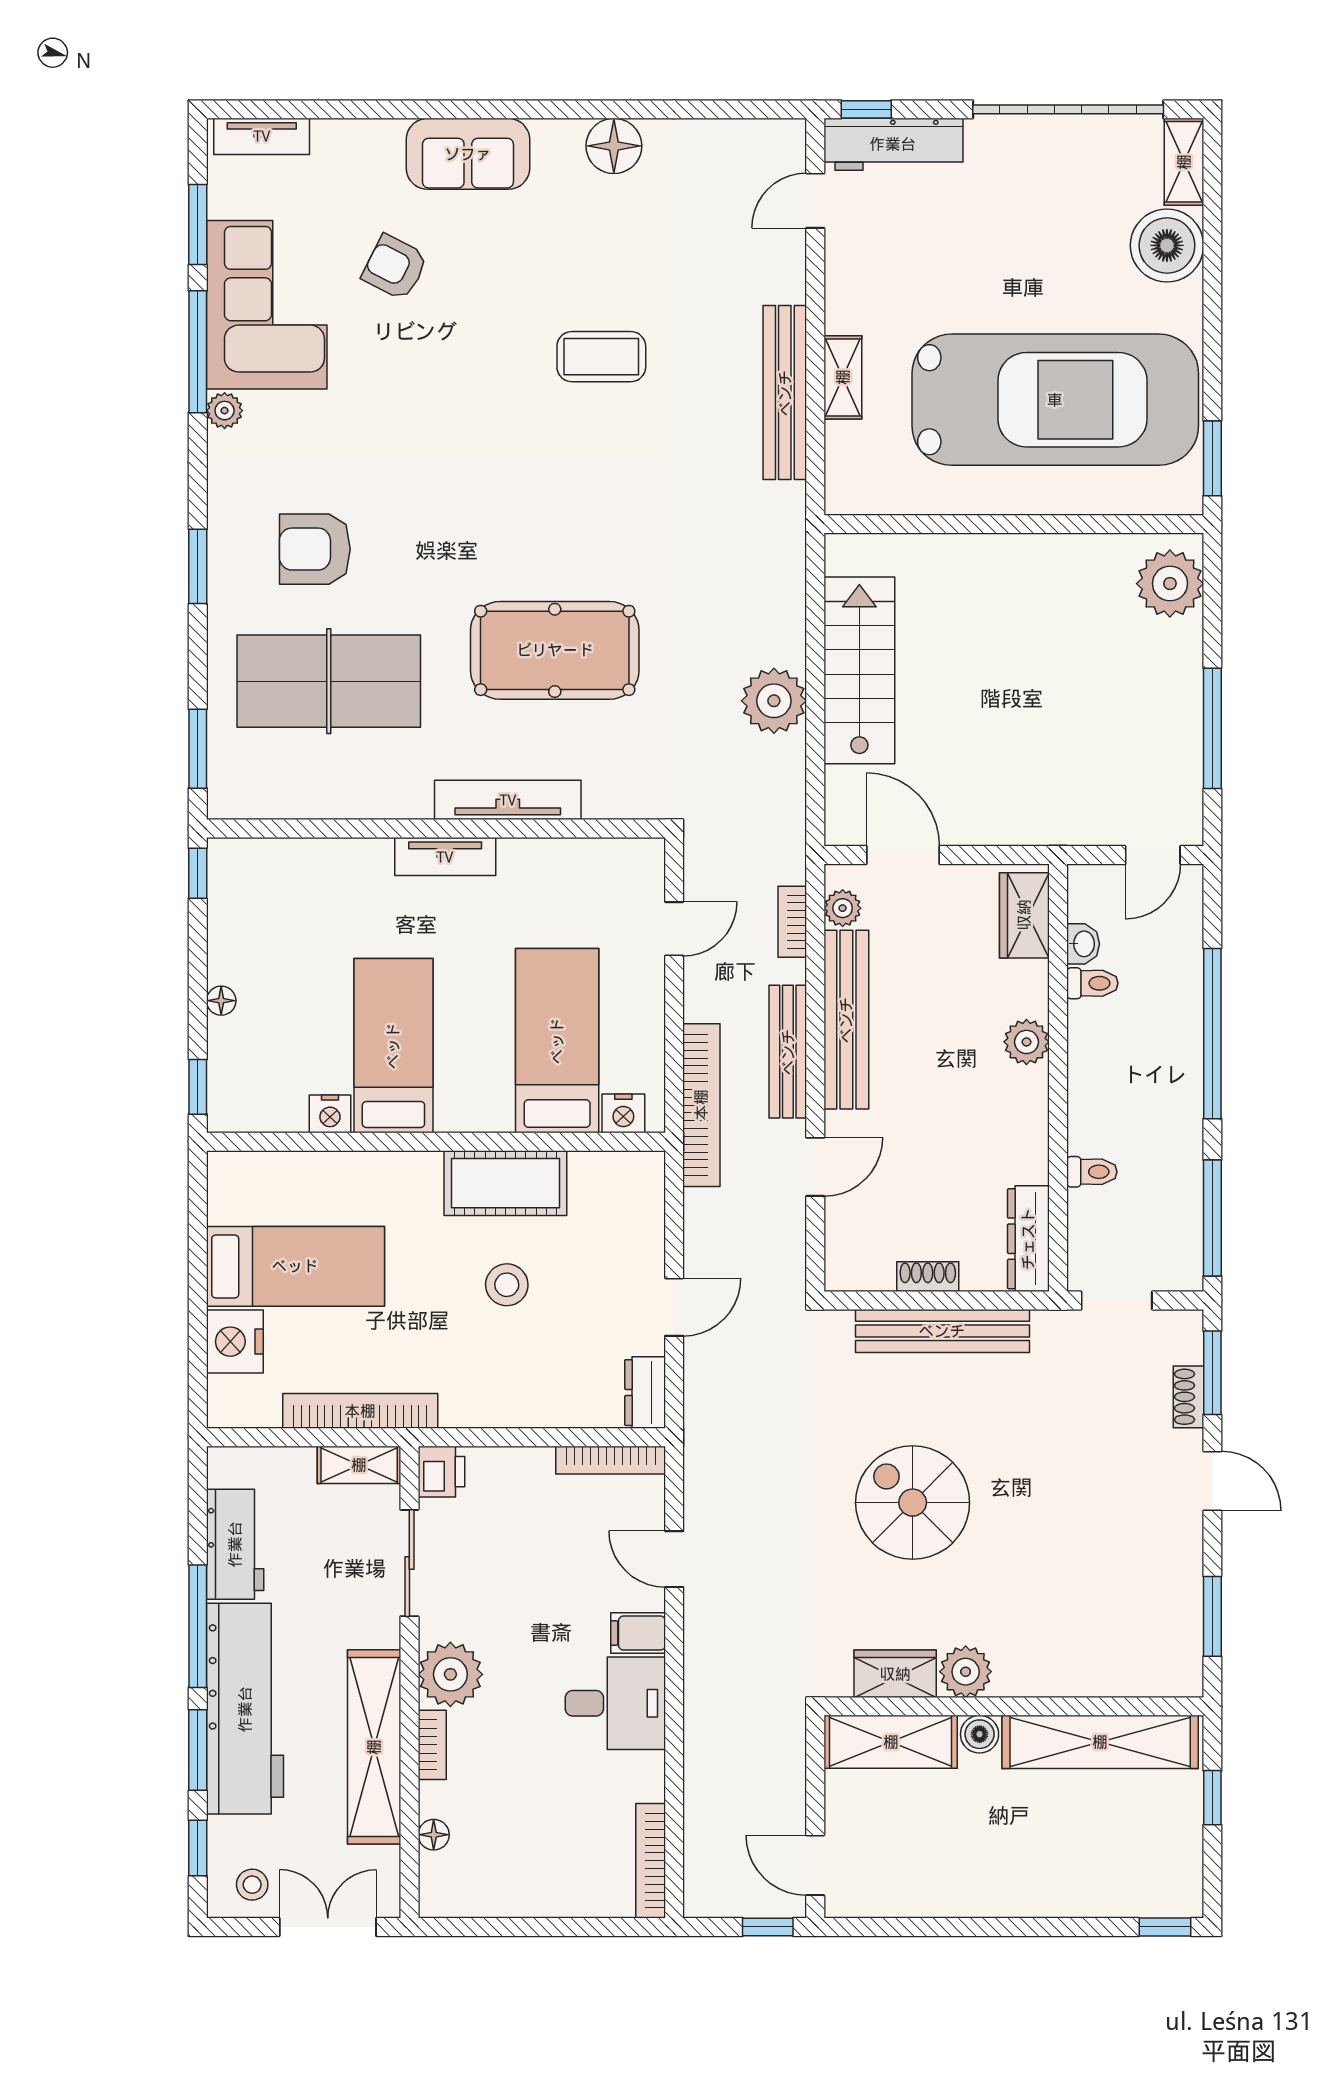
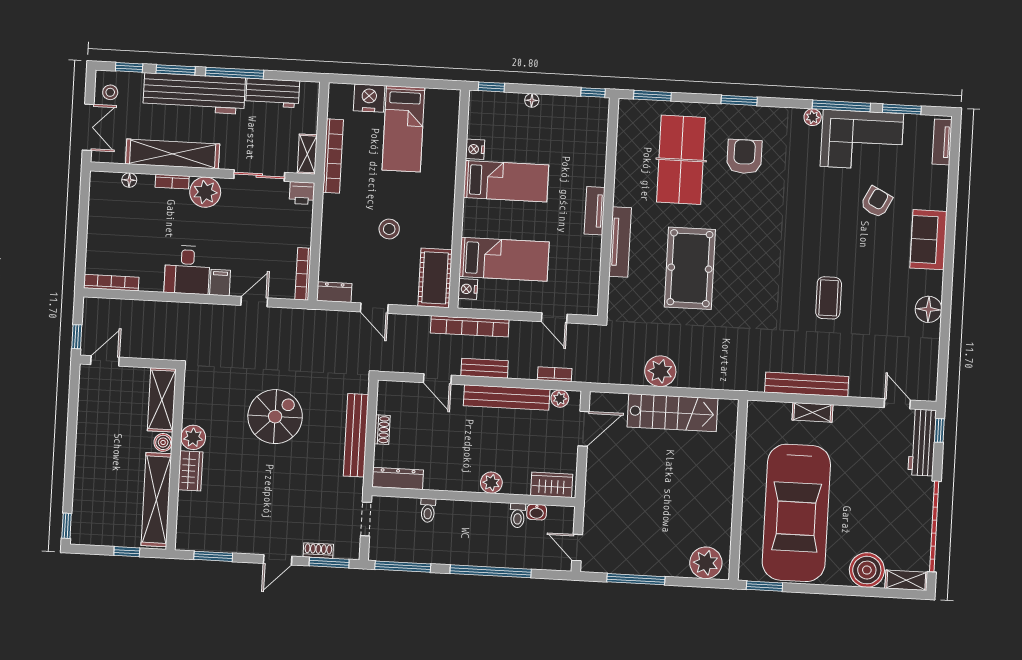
bench: (788, 1052) -> (485, 368), width x0.73
cot: (505, 1183) -> (435, 278), moved
wardrobe: (895, 1674) -> (190, 471), moved

